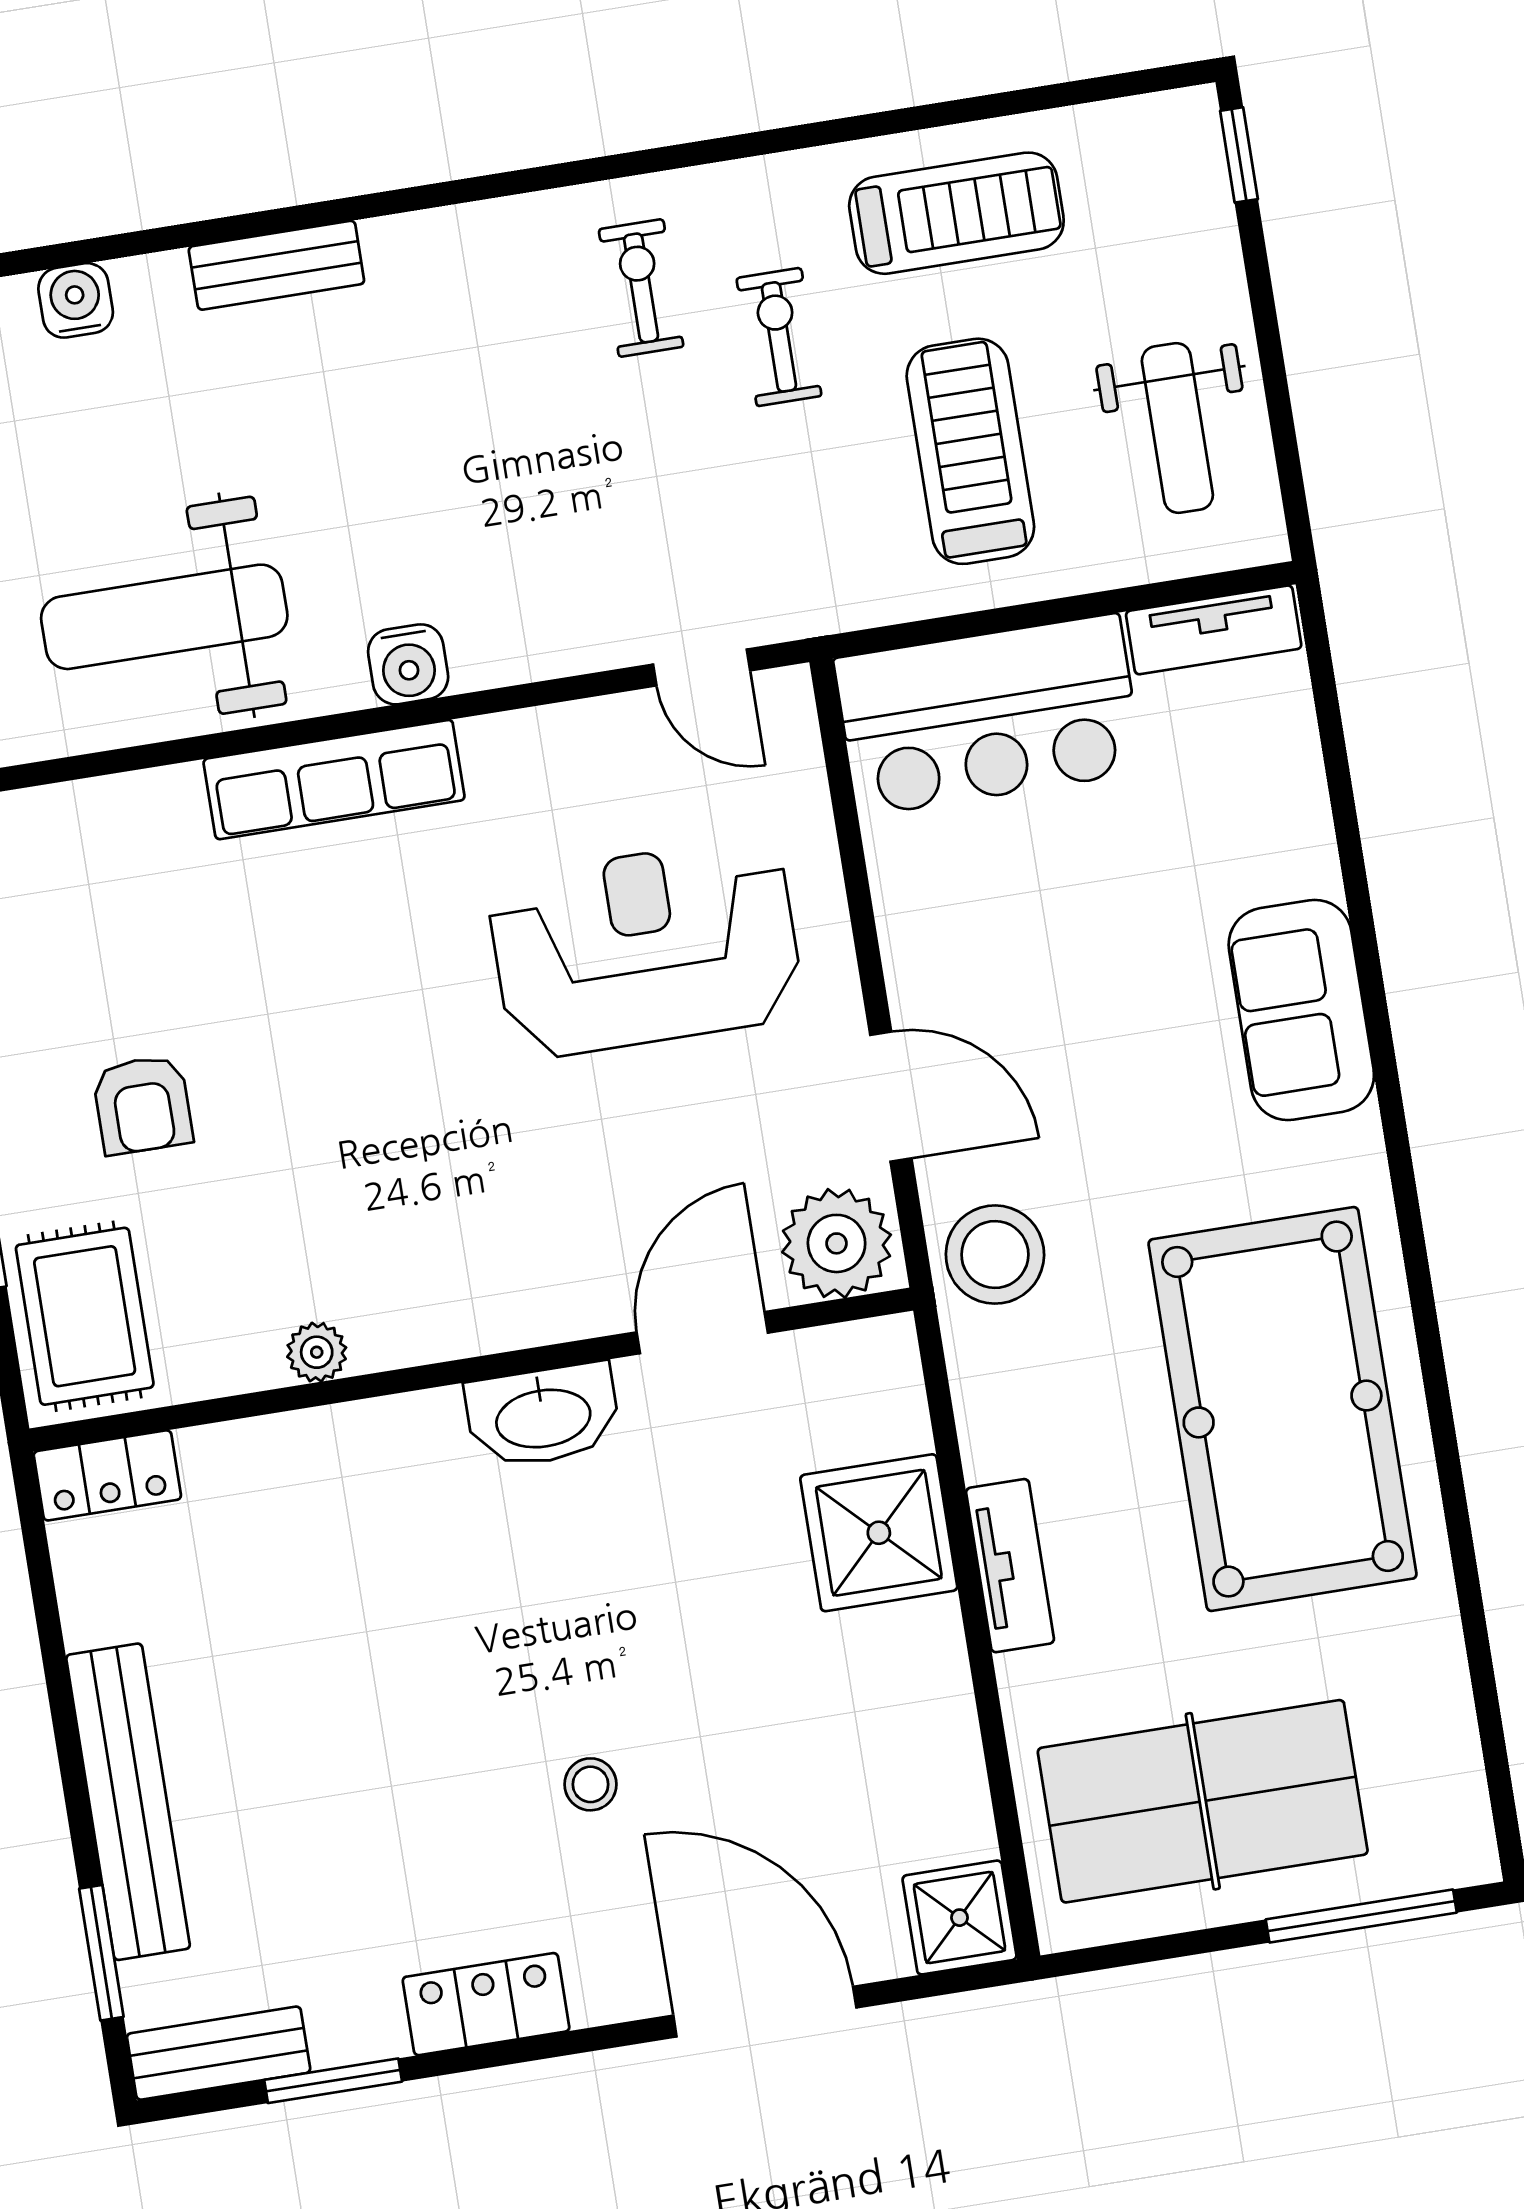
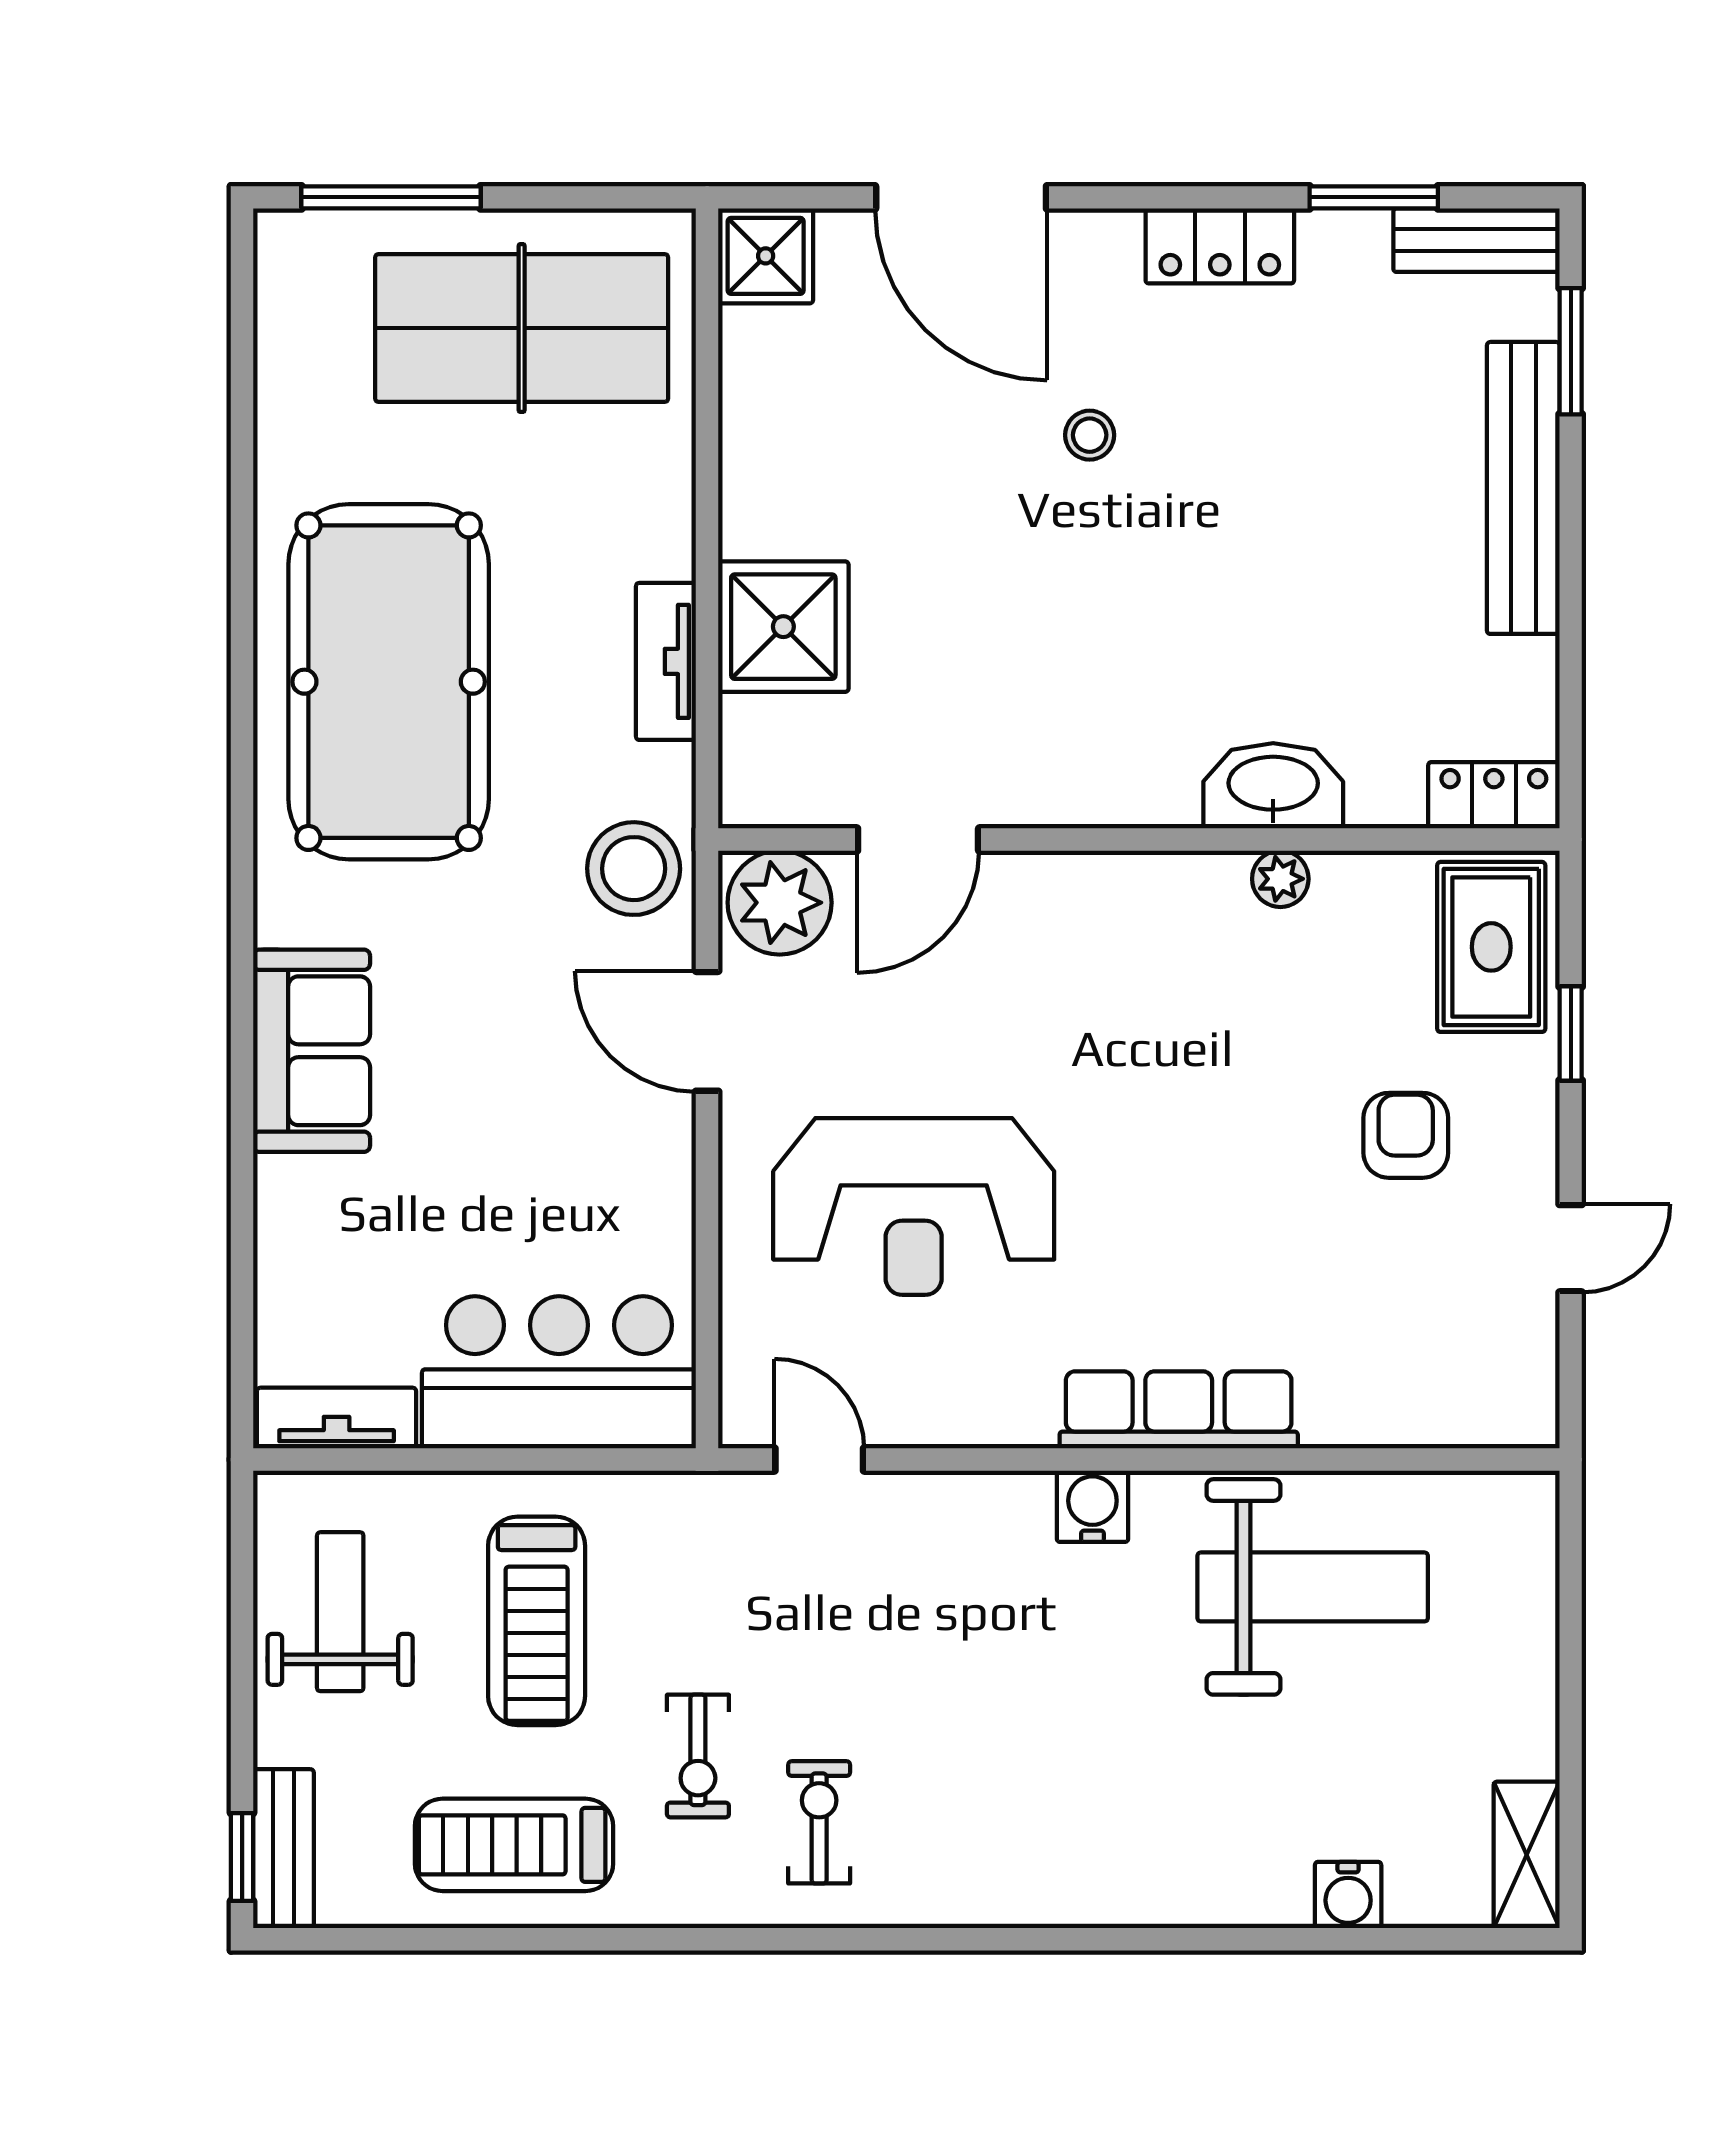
bench: (276, 265) -> (283, 1849), moved, turned 90
exercise bike: (641, 288) -> (819, 1822), turned 180
washbasin: (543, 1416) -> (1273, 786), moved
tv unit: (1010, 1566) -> (666, 661), moved

